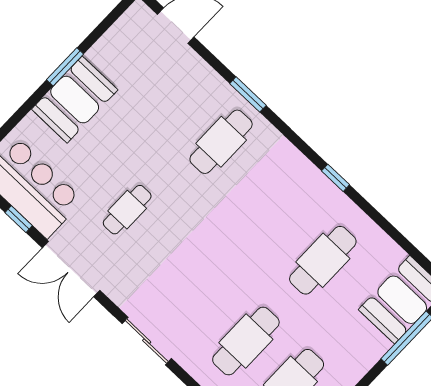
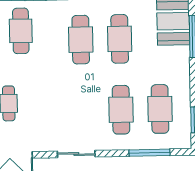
cafe table: (278, 218) -> (81, 40), added

